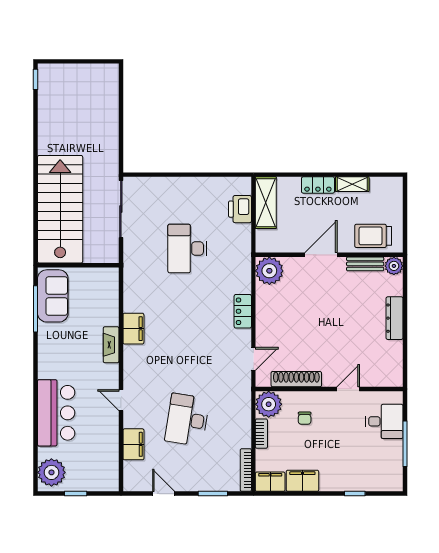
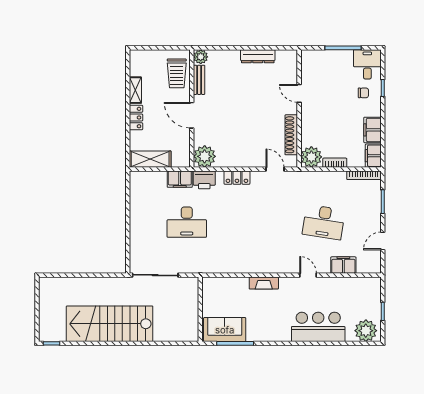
stairs: (60, 209) -> (110, 324), moved
printer: (240, 209) -> (204, 180), moved
dresser: (395, 318) -> (258, 56), moved
filing cabinet: (133, 329) -> (180, 179), moved, turned 180
door: (121, 400) -> (308, 275), swing flipped
chair: (305, 418) -> (363, 93), moved
desk: (384, 421) -> (367, 64), moved

